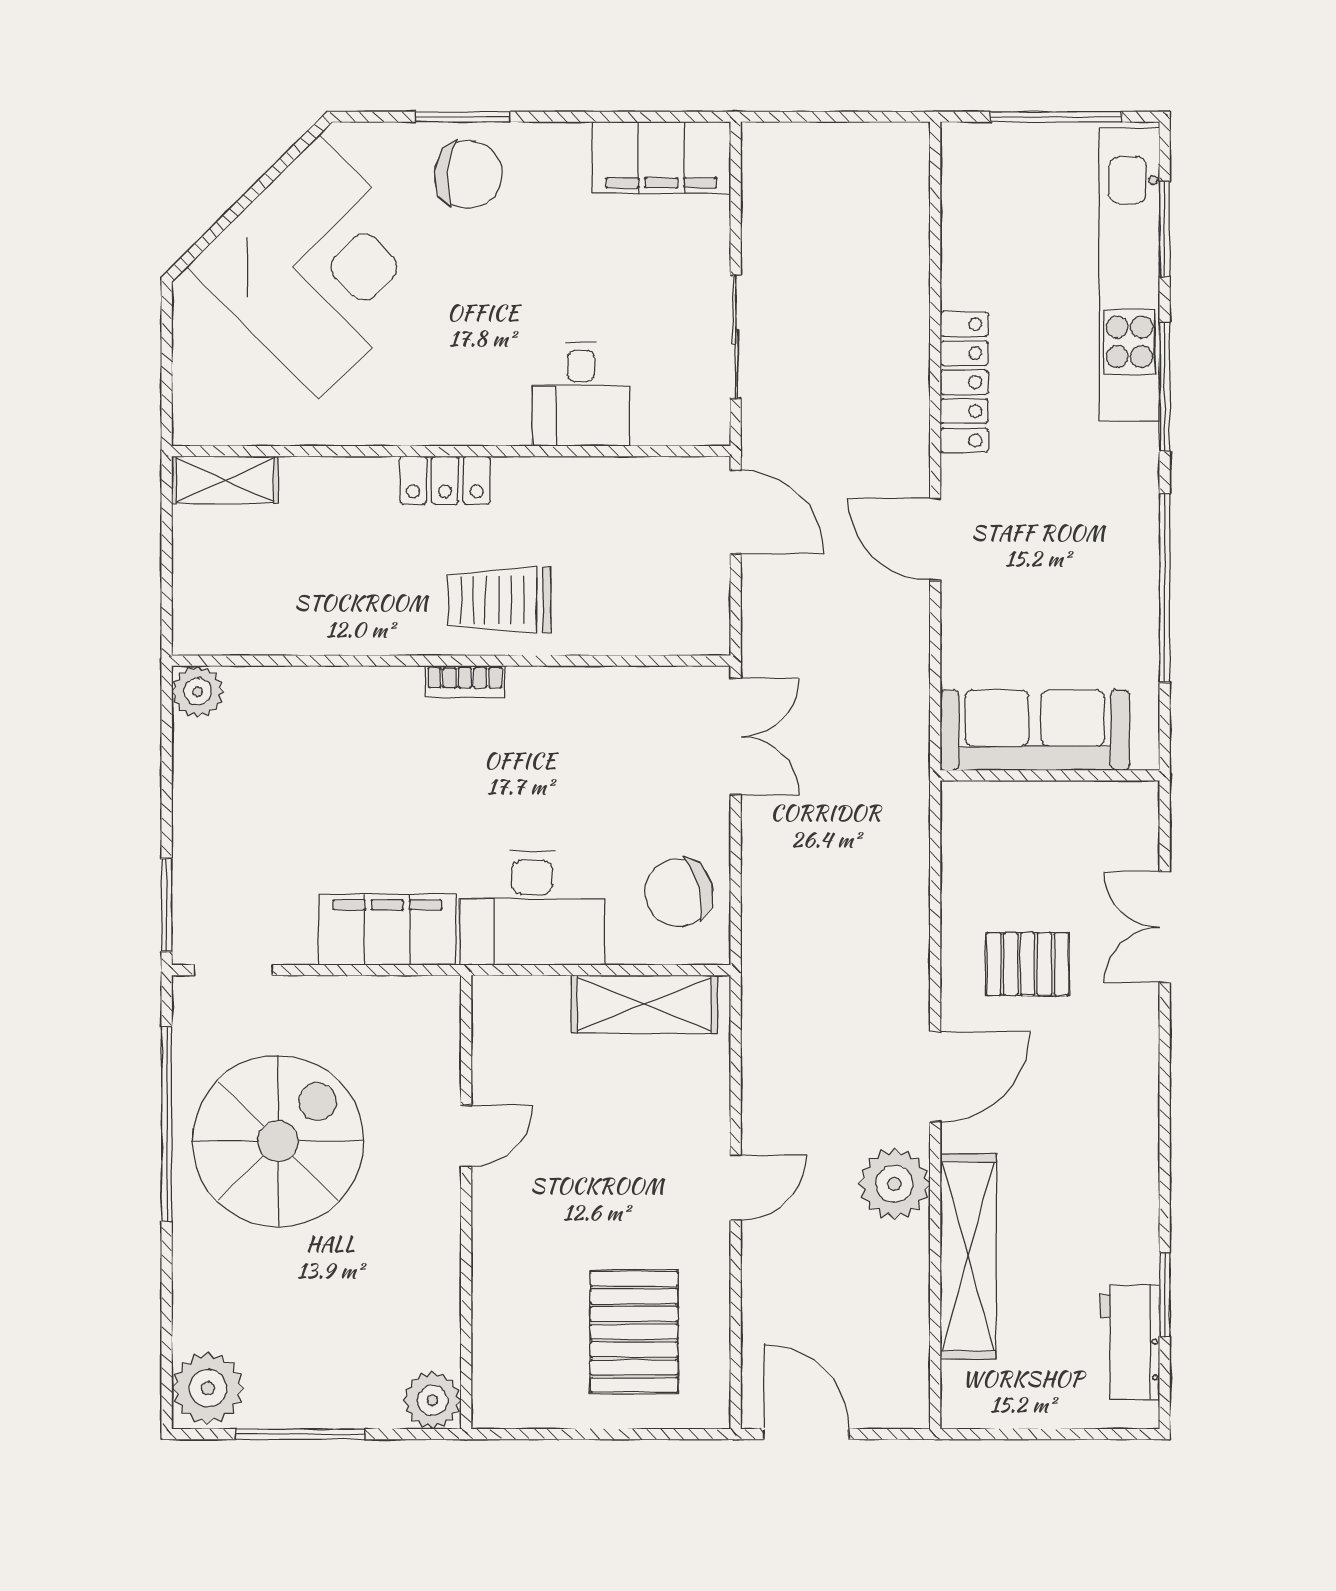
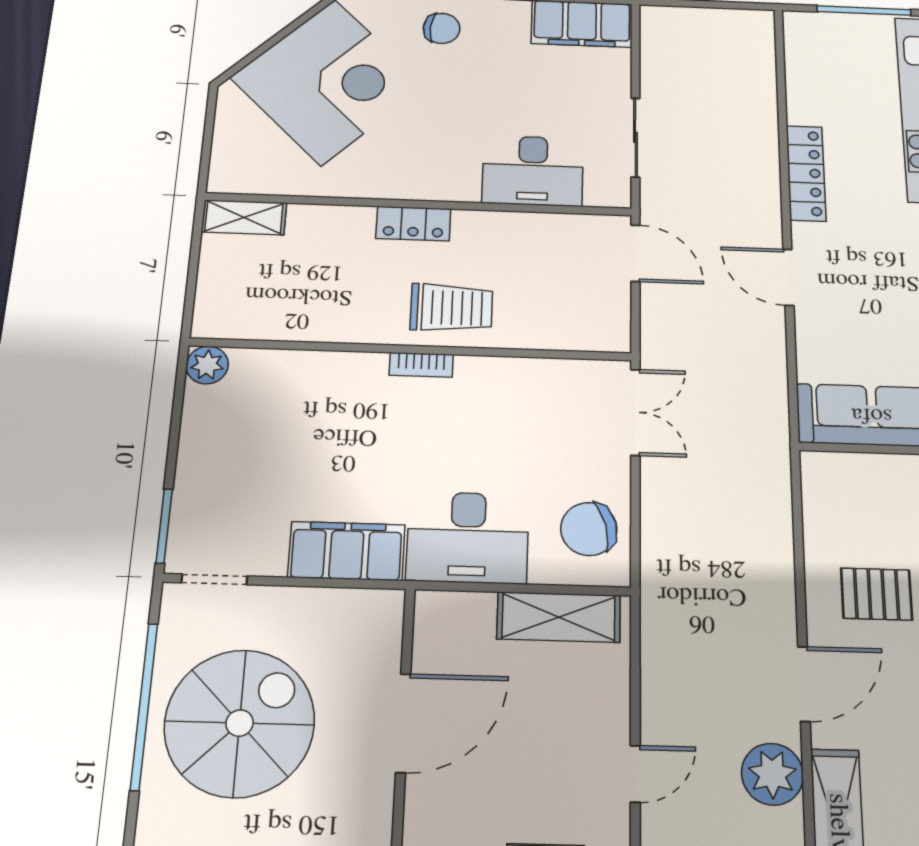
chair: (468, 175) -> (442, 28), width x0.73, depth x0.73
desk: (581, 394) -> (533, 171), width x1.37
trolley: (500, 600) -> (451, 308), turned 180
door: (466, 1136) -> (403, 723), width x1.88

